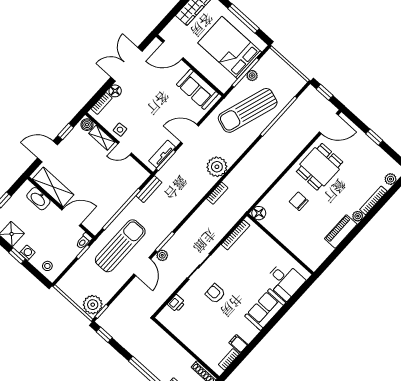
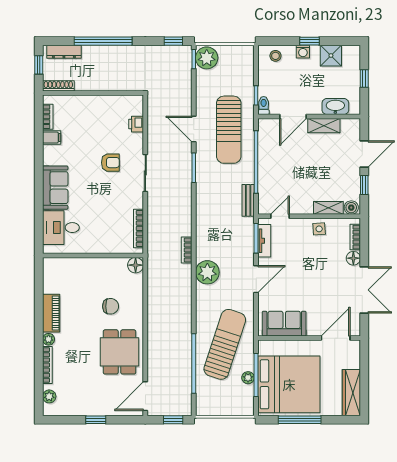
bed: (230, 47) -> (289, 384), width x1.36
door: (125, 148) -> (280, 216), moved
shelving: (53, 187) -> (324, 126), width x0.67, depth x0.75
plant: (162, 255) -> (185, 154), removed

